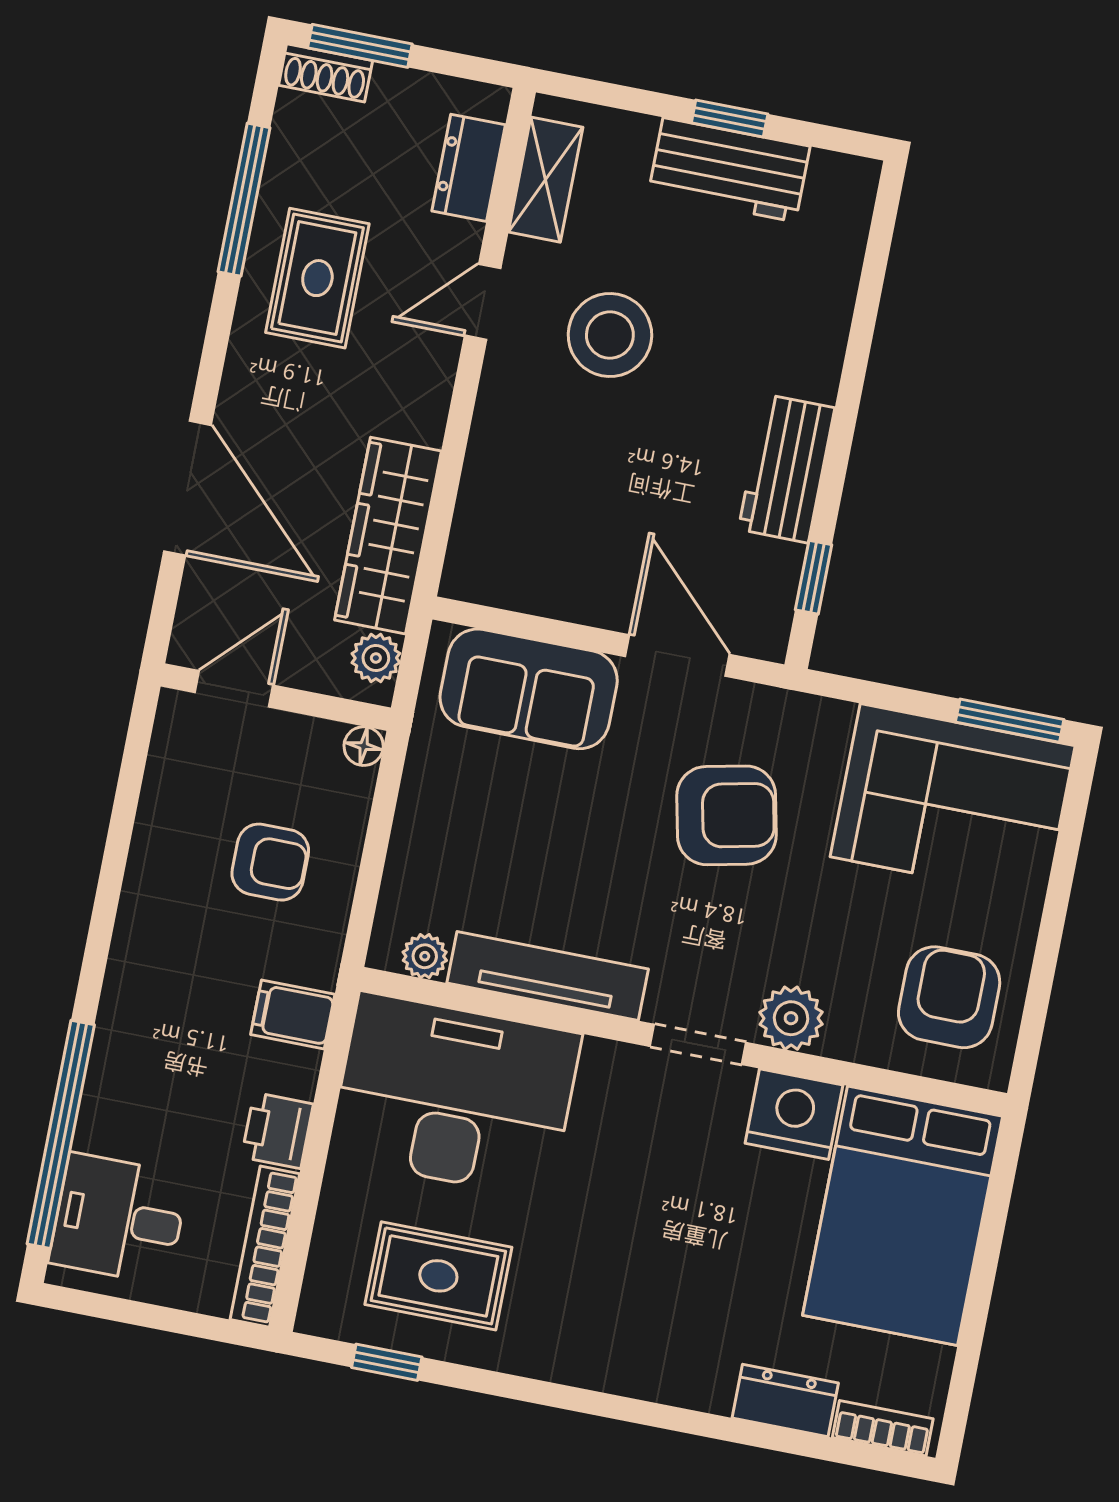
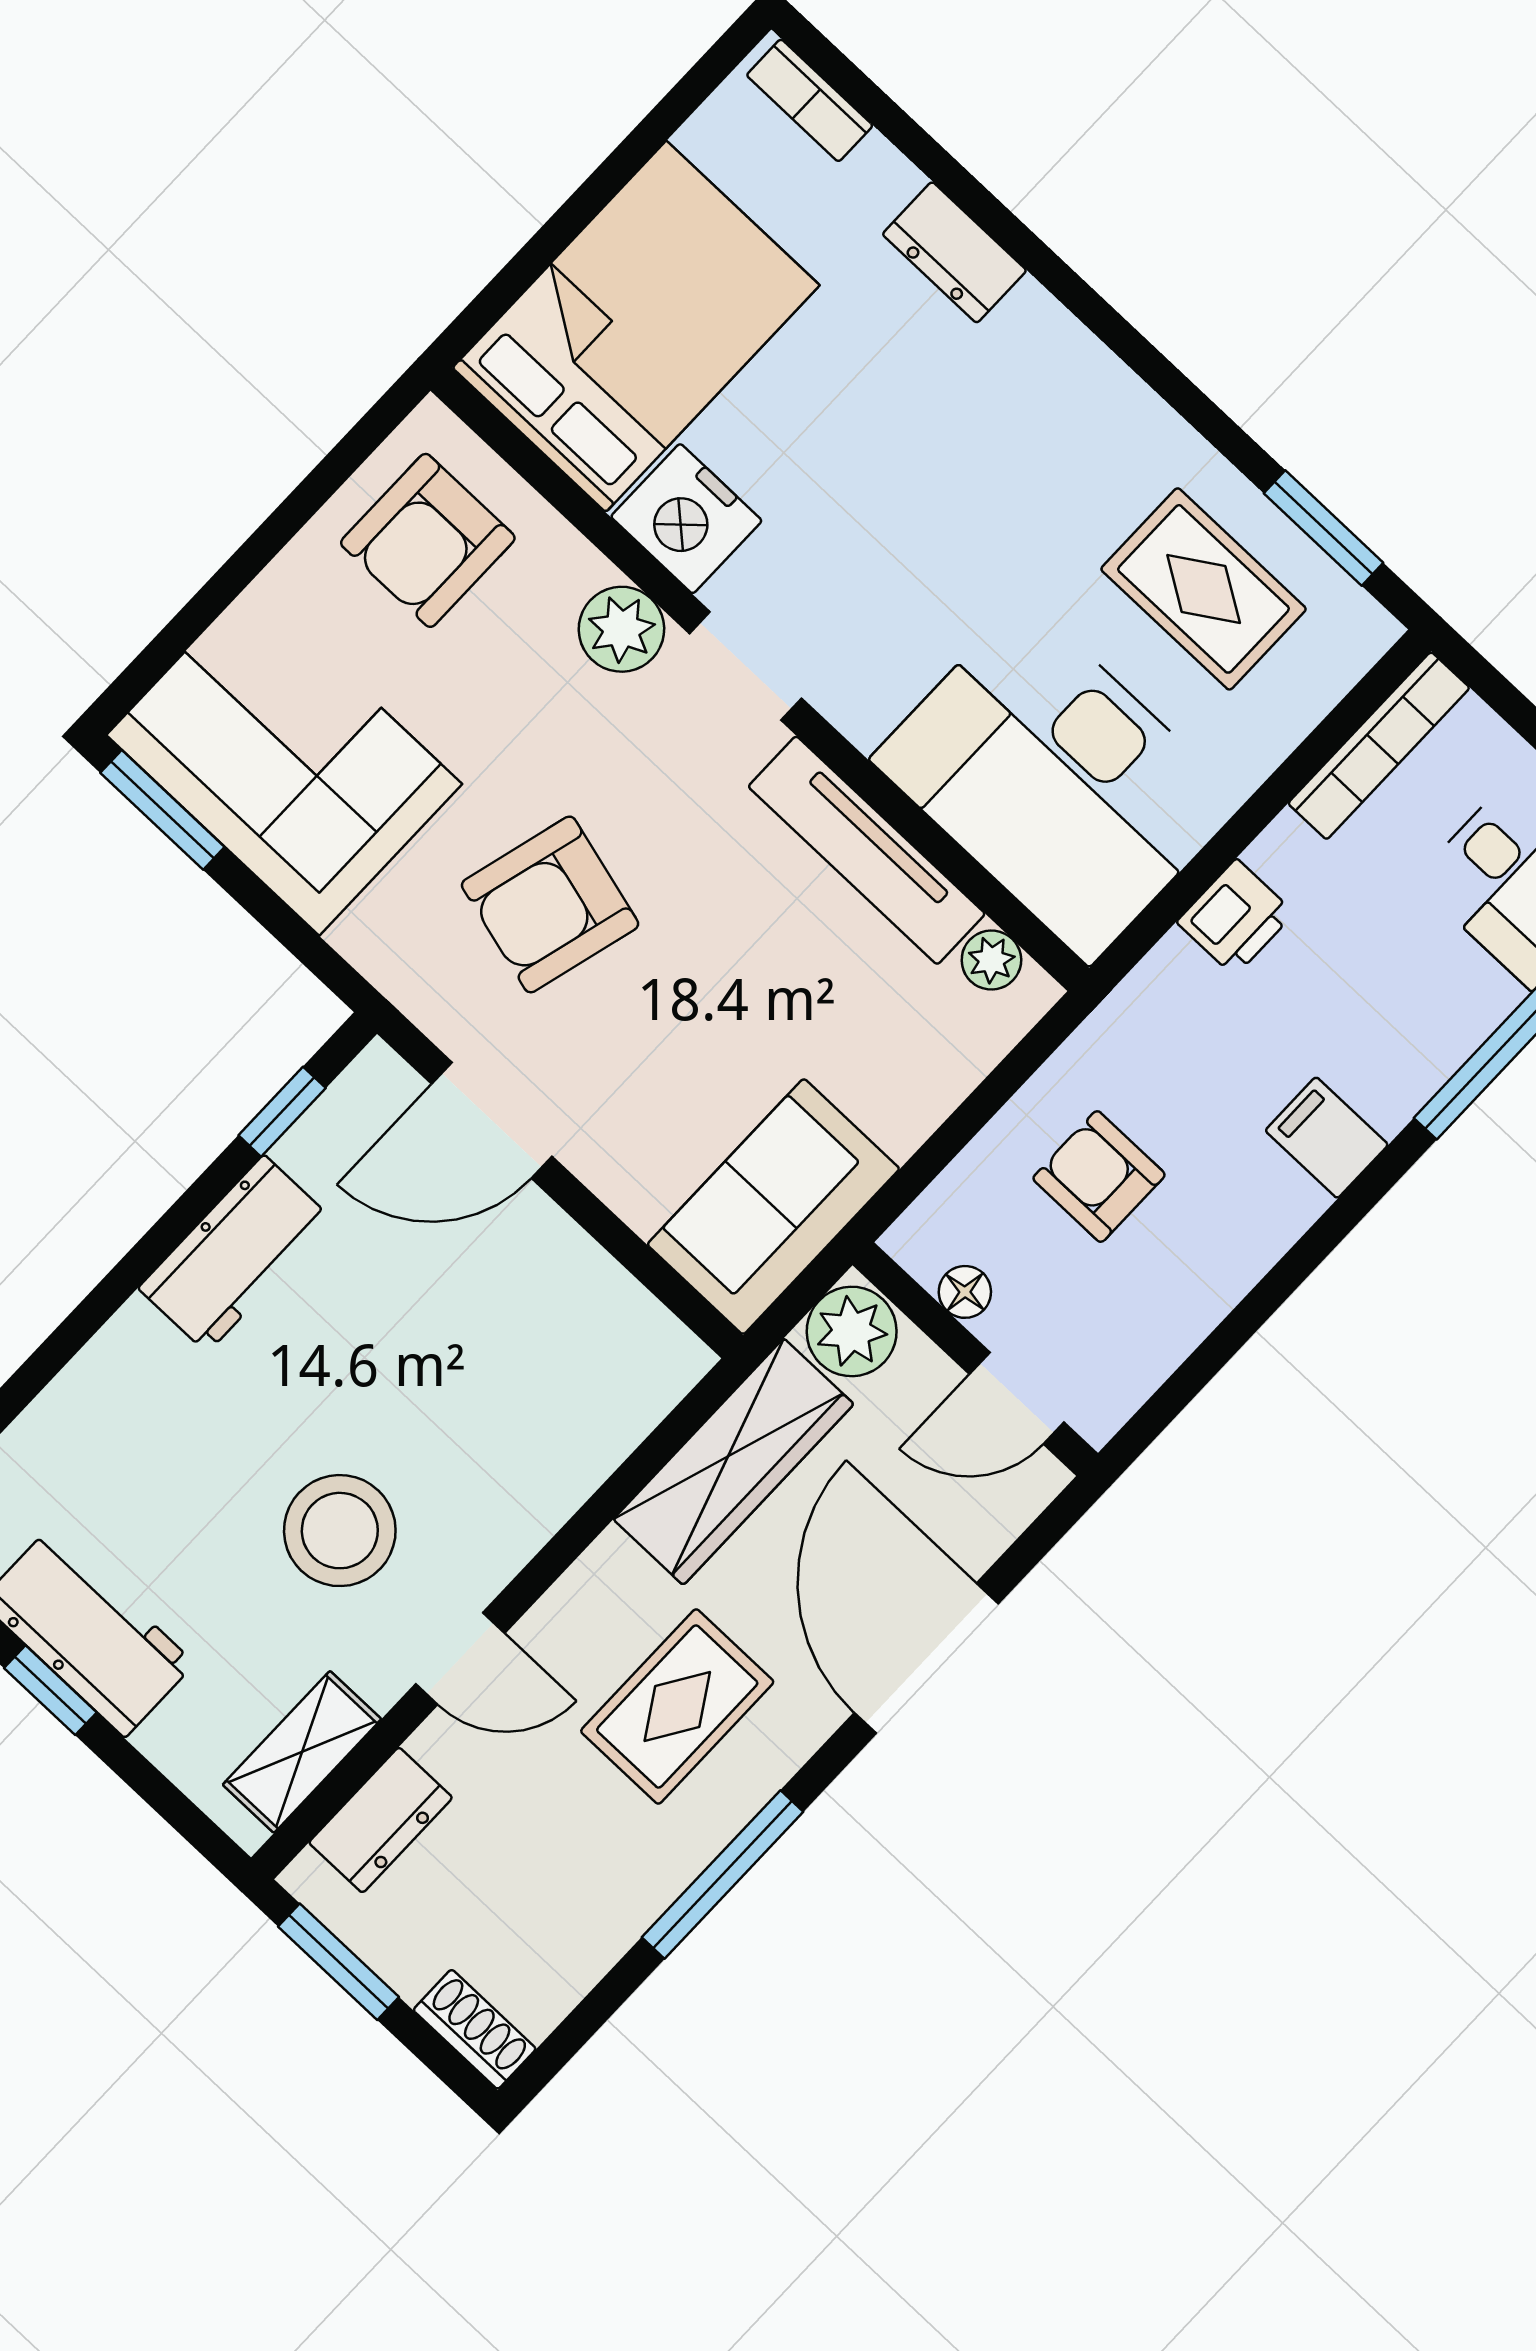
window: (360, 46) -> (339, 1962), moved
window: (244, 200) -> (723, 1874), moved
rug: (317, 278) -> (677, 1706), moved
door: (677, 656) -> (492, 1120), hinge flipped
plant: (376, 658) -> (852, 1331), width x1.38, depth x1.38
sofa: (529, 689) -> (773, 1207), moved, turned -90
floor lamp: (364, 746) -> (965, 1292), moved
armchair: (726, 815) -> (550, 904), turned -63
filing cabinet: (293, 1014) -> (1327, 1138), moved, turned 180
printer: (277, 1131) -> (1236, 918), moved
window: (387, 1362) -> (1323, 528), width x1.50
dresser: (785, 1400) -> (954, 252), moved

